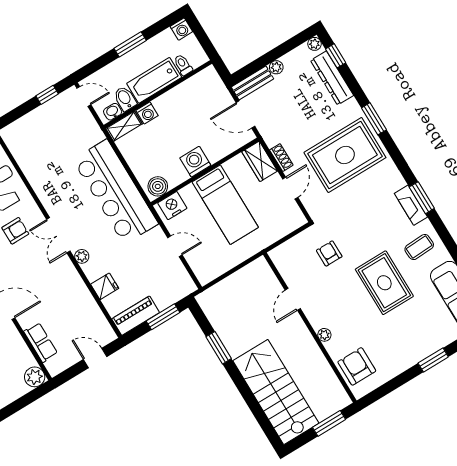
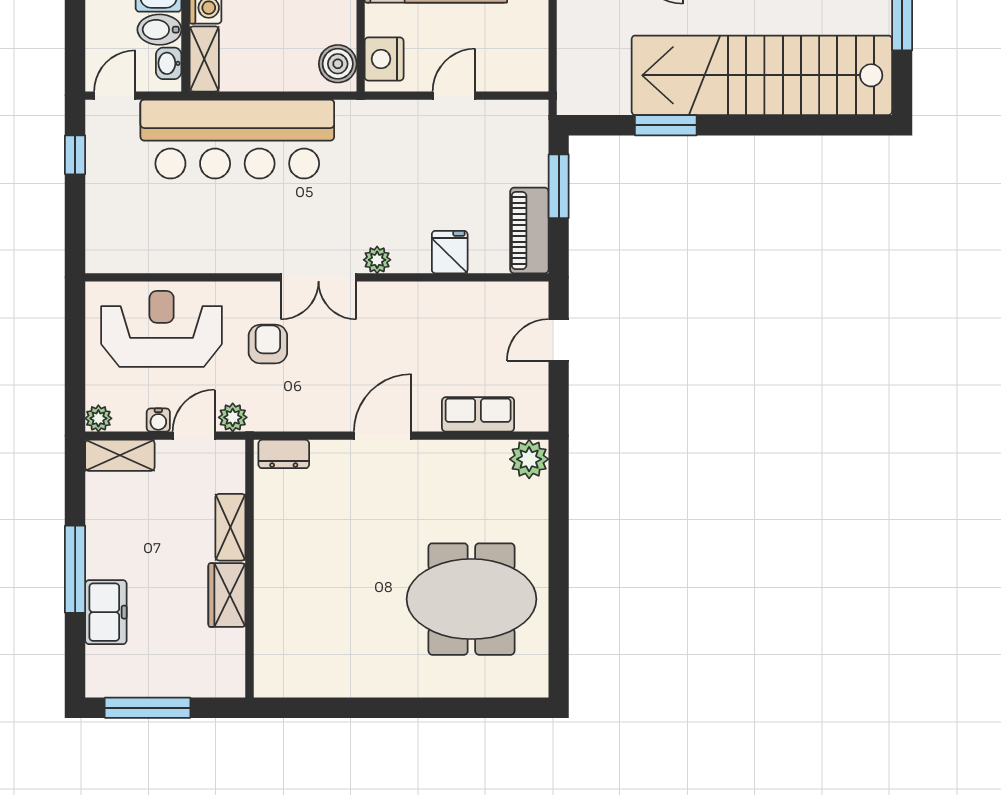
bar counter: (115, 192) -> (237, 139), moved
stairs: (276, 392) -> (762, 75), width x1.36

